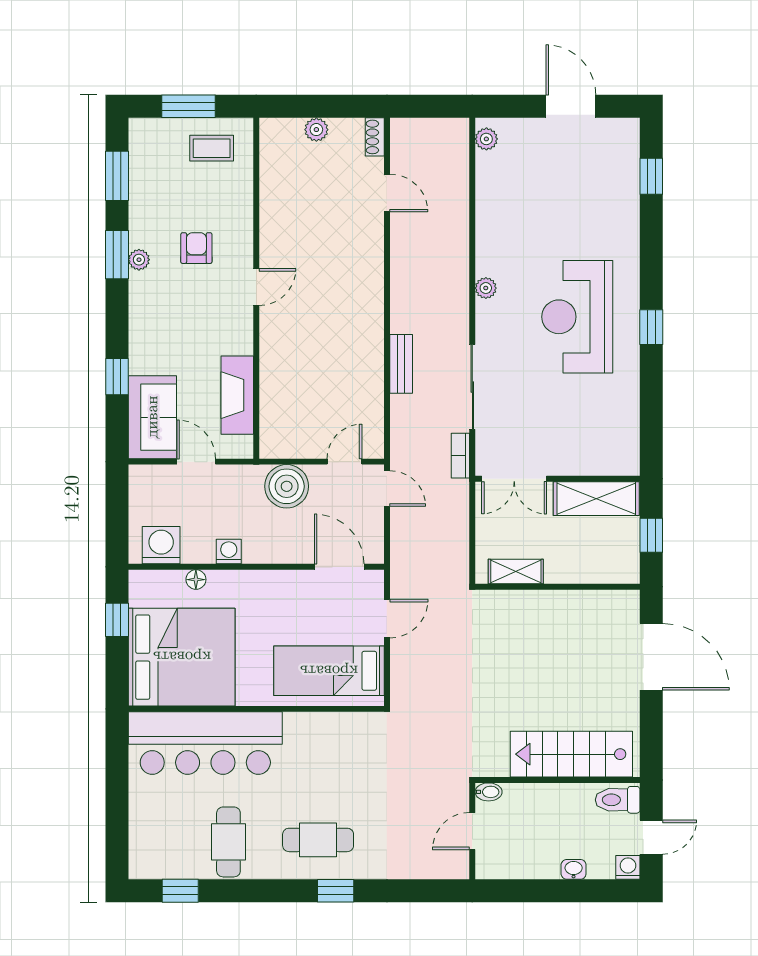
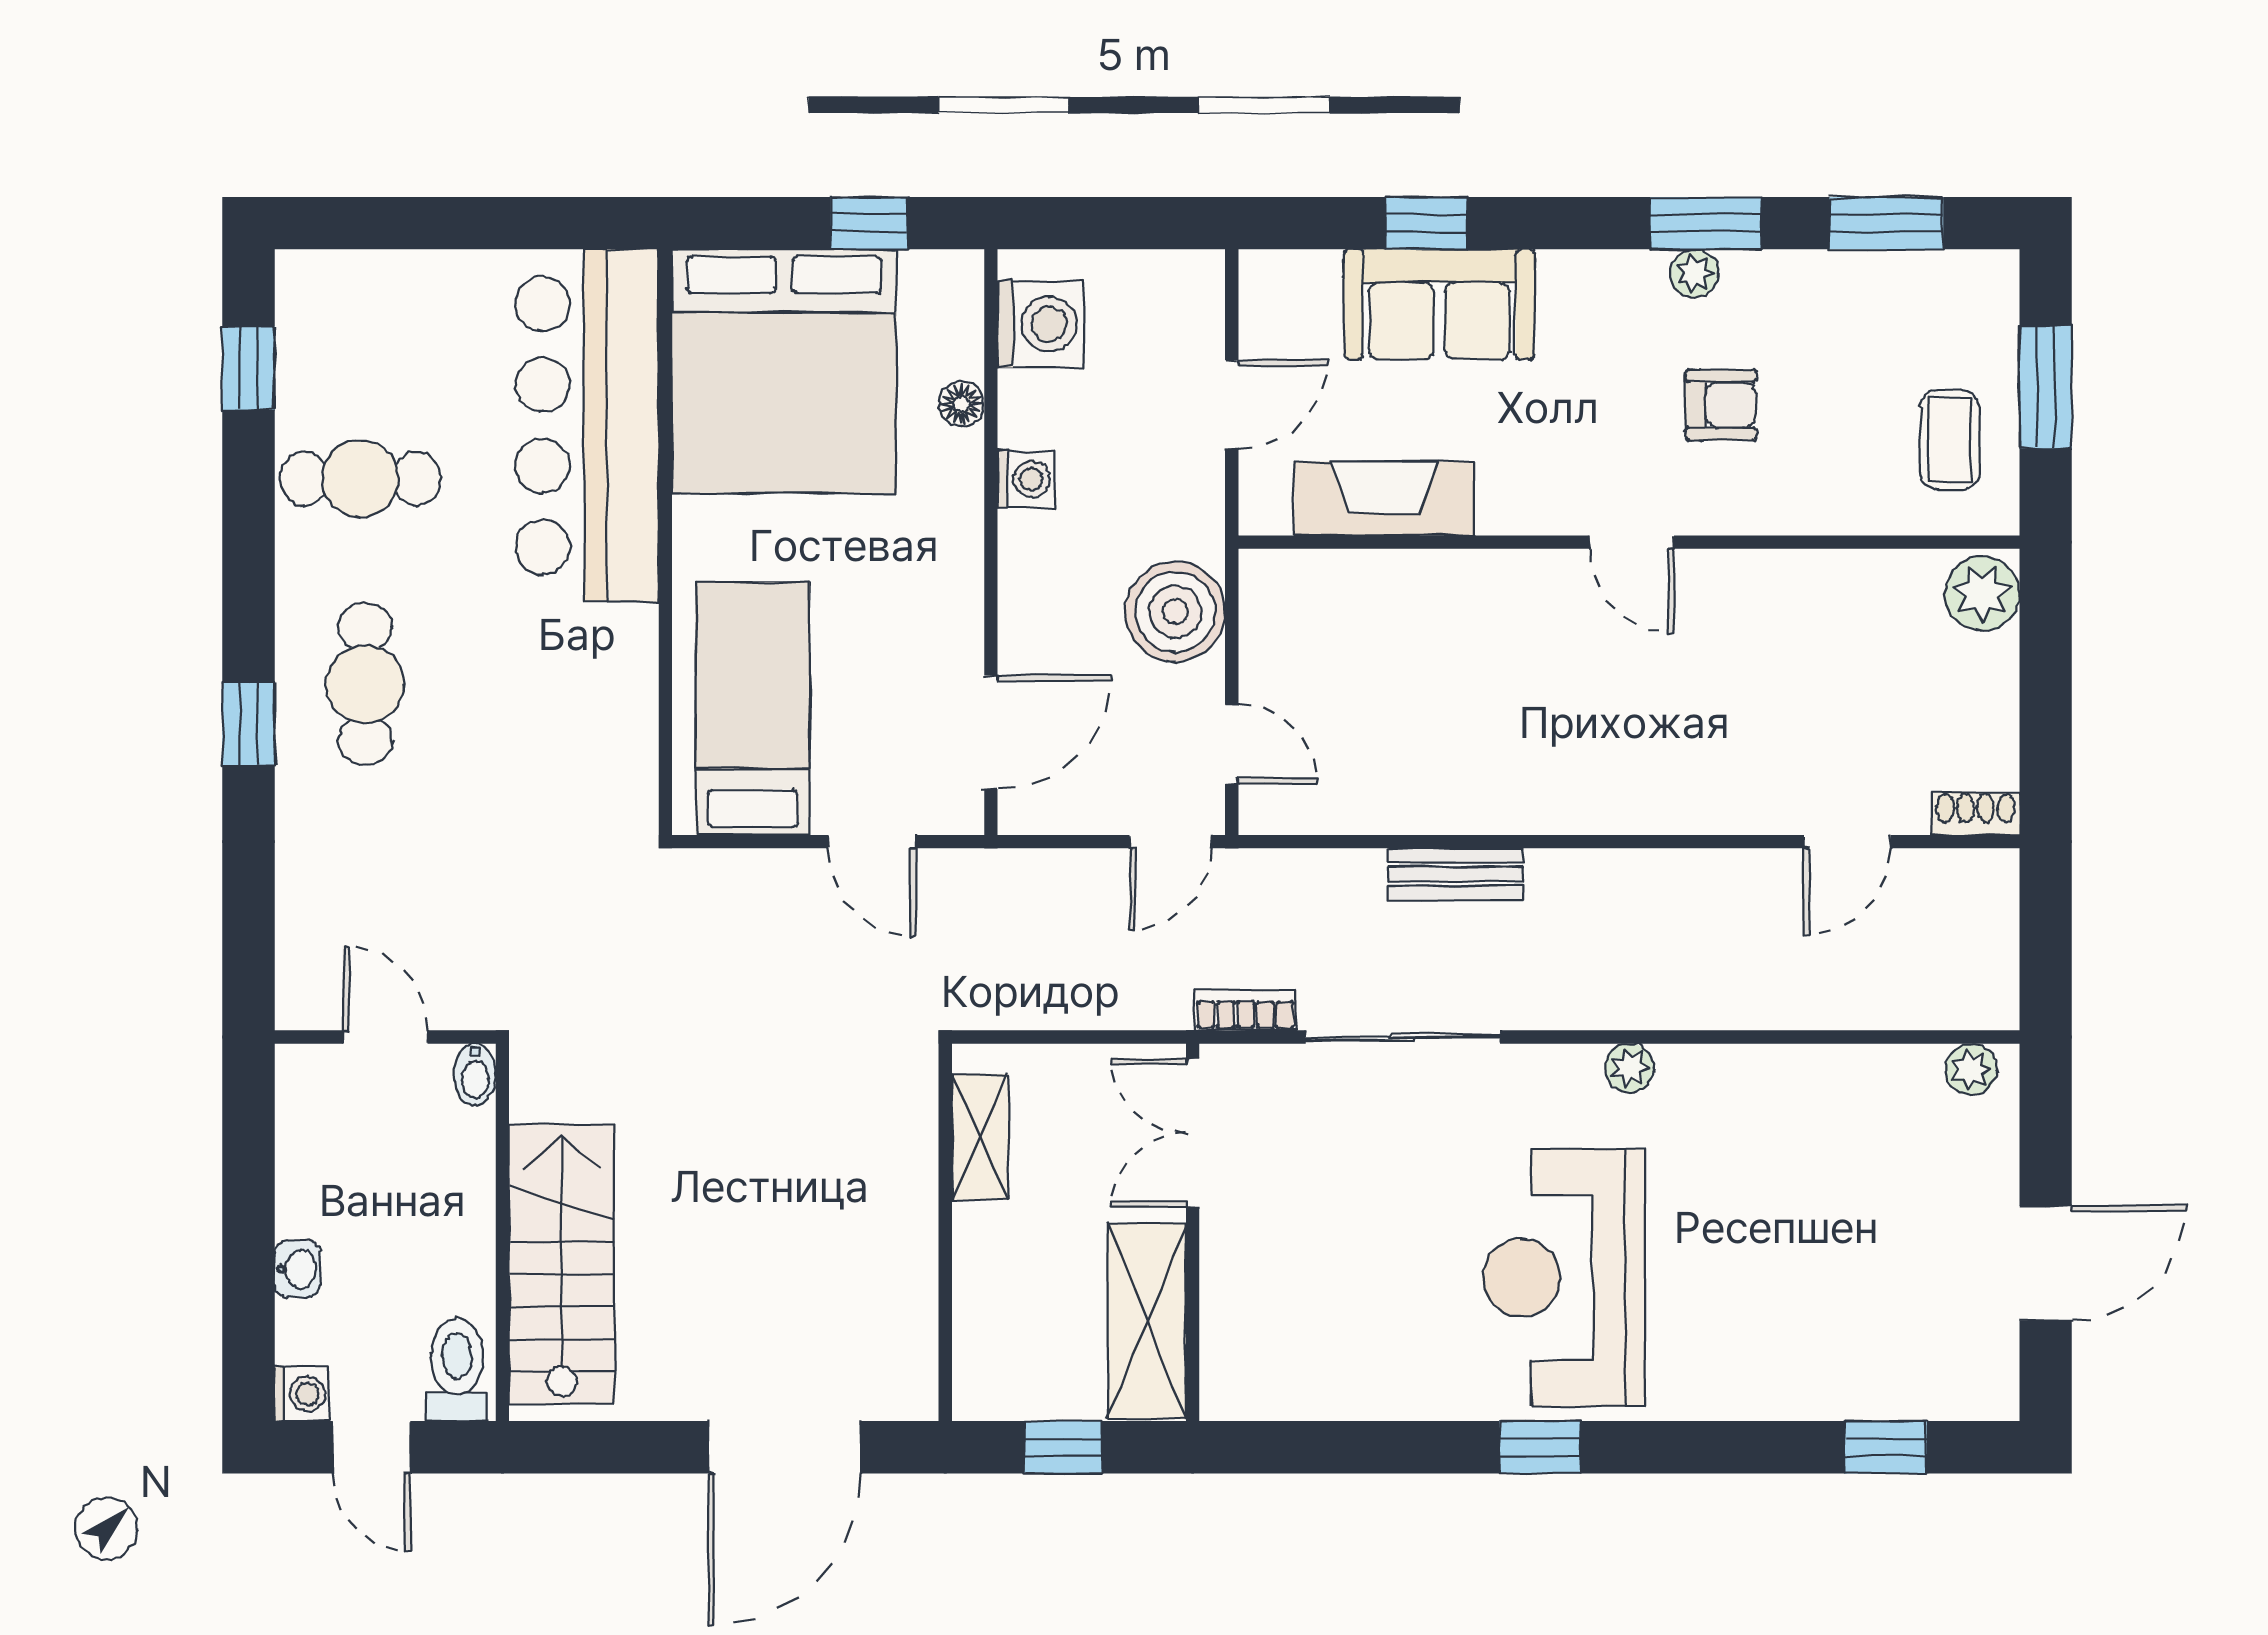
plant: (316, 130) -> (1982, 593), moved, width x1.38, depth x1.38
reception desk: (577, 317) -> (1564, 1278), turned -90
sofa: (152, 417) -> (1439, 304), moved

